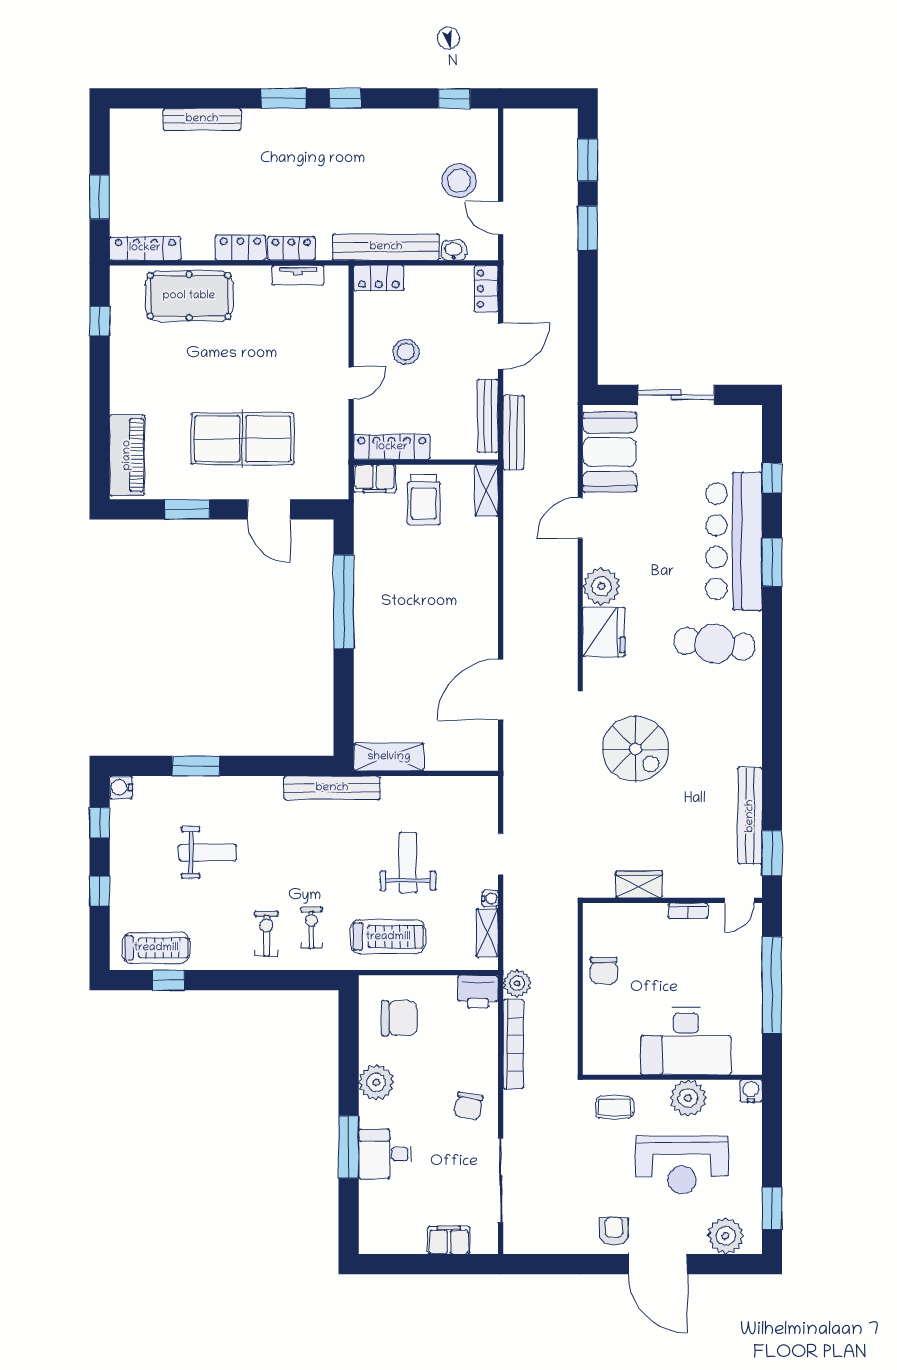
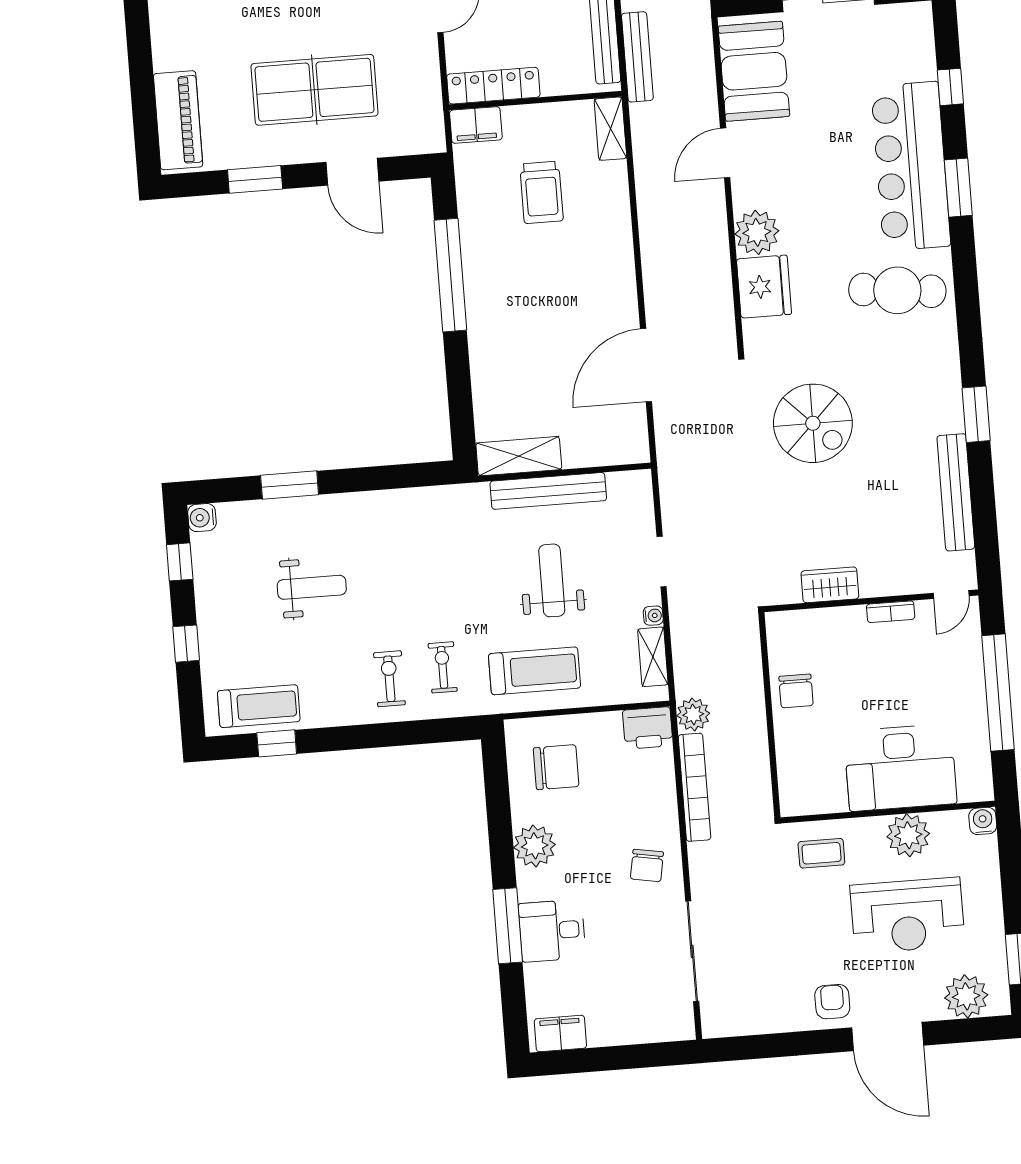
trolley: (424, 500) -> (542, 192), moved
bench: (332, 788) -> (548, 491), moved
window: (772, 853) -> (976, 414), moved
filing cabinet: (449, 1240) -> (560, 1033), moved

